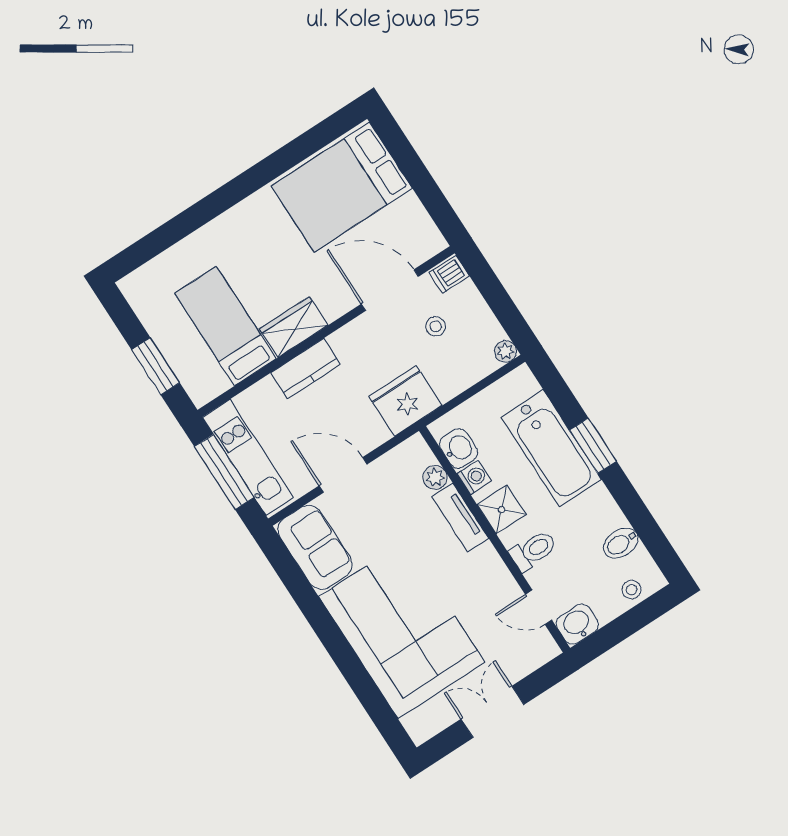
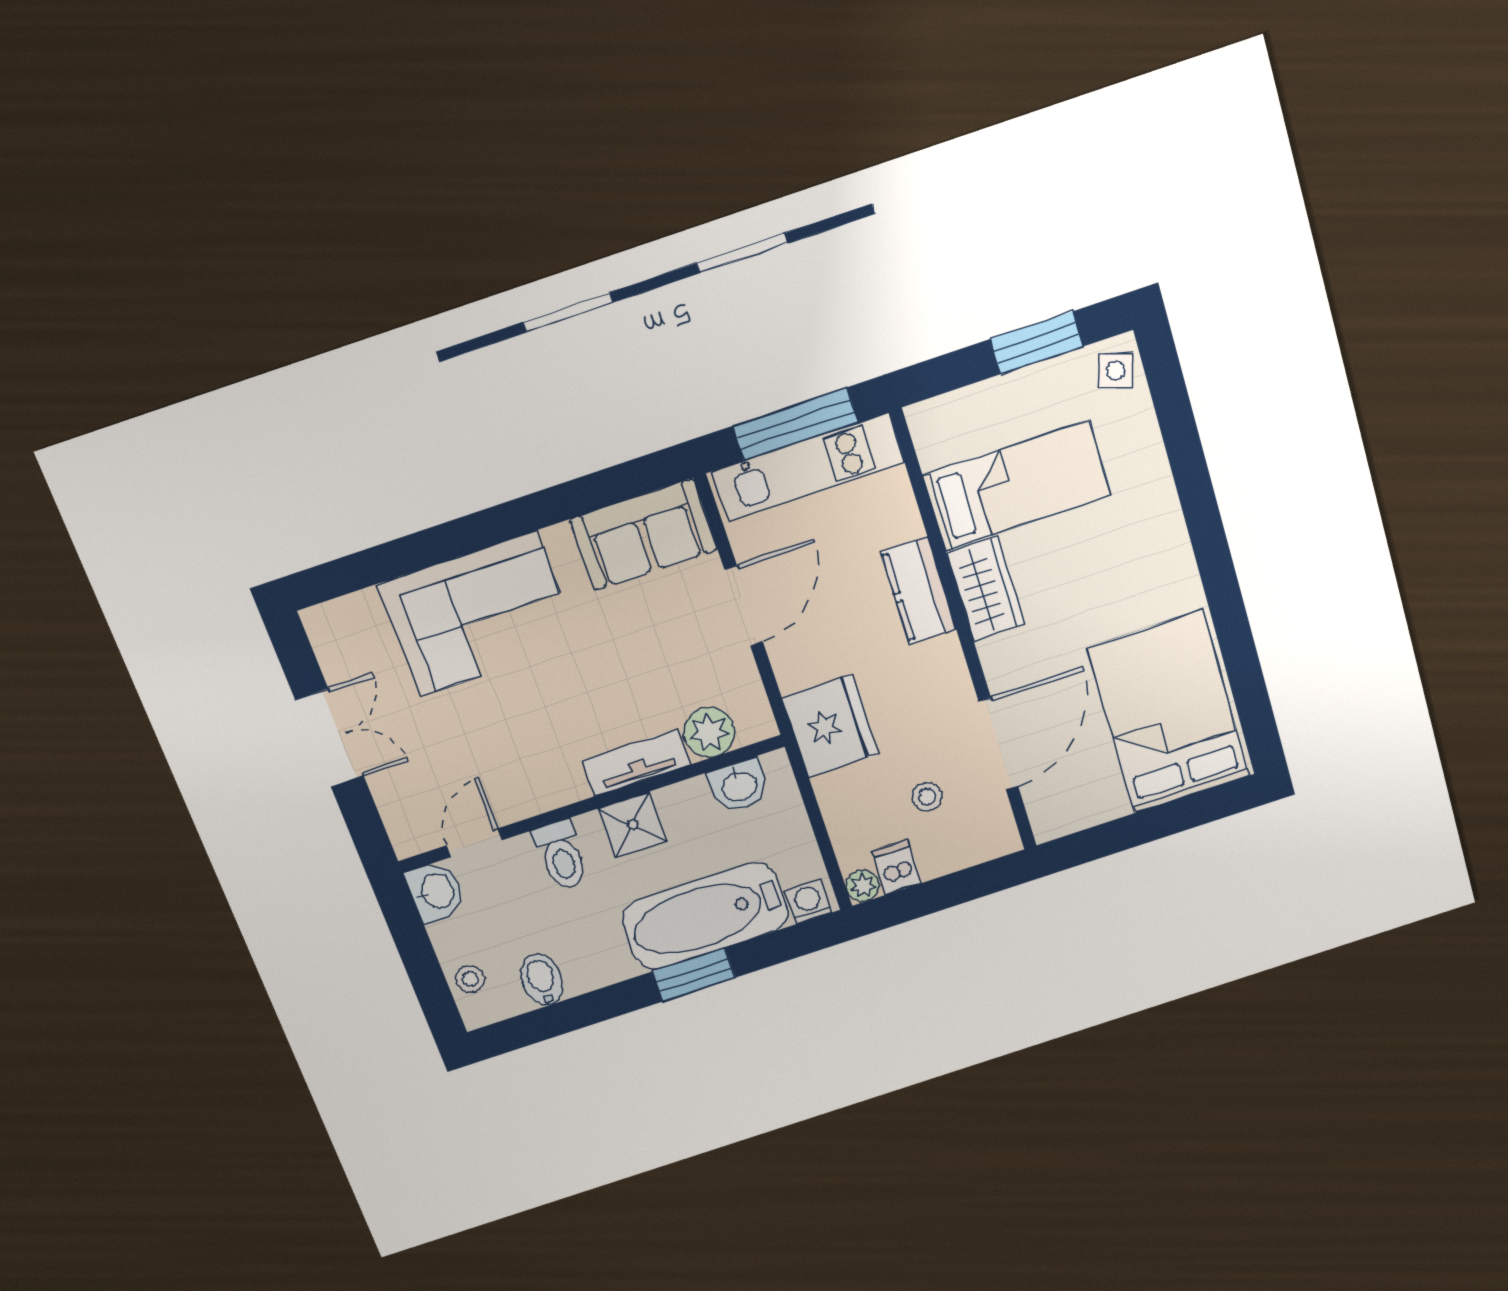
dishwasher: (449, 274) -> (897, 867), moved
side table: (141, 286) -> (1116, 371), added
window: (156, 366) -> (1037, 343), moved
plant: (435, 477) -> (709, 732), width x1.38, depth x1.38
washing machine: (474, 477) -> (808, 901), moved, turned 180
corner sofa: (402, 630) -> (478, 614), width x0.73, depth x0.74

